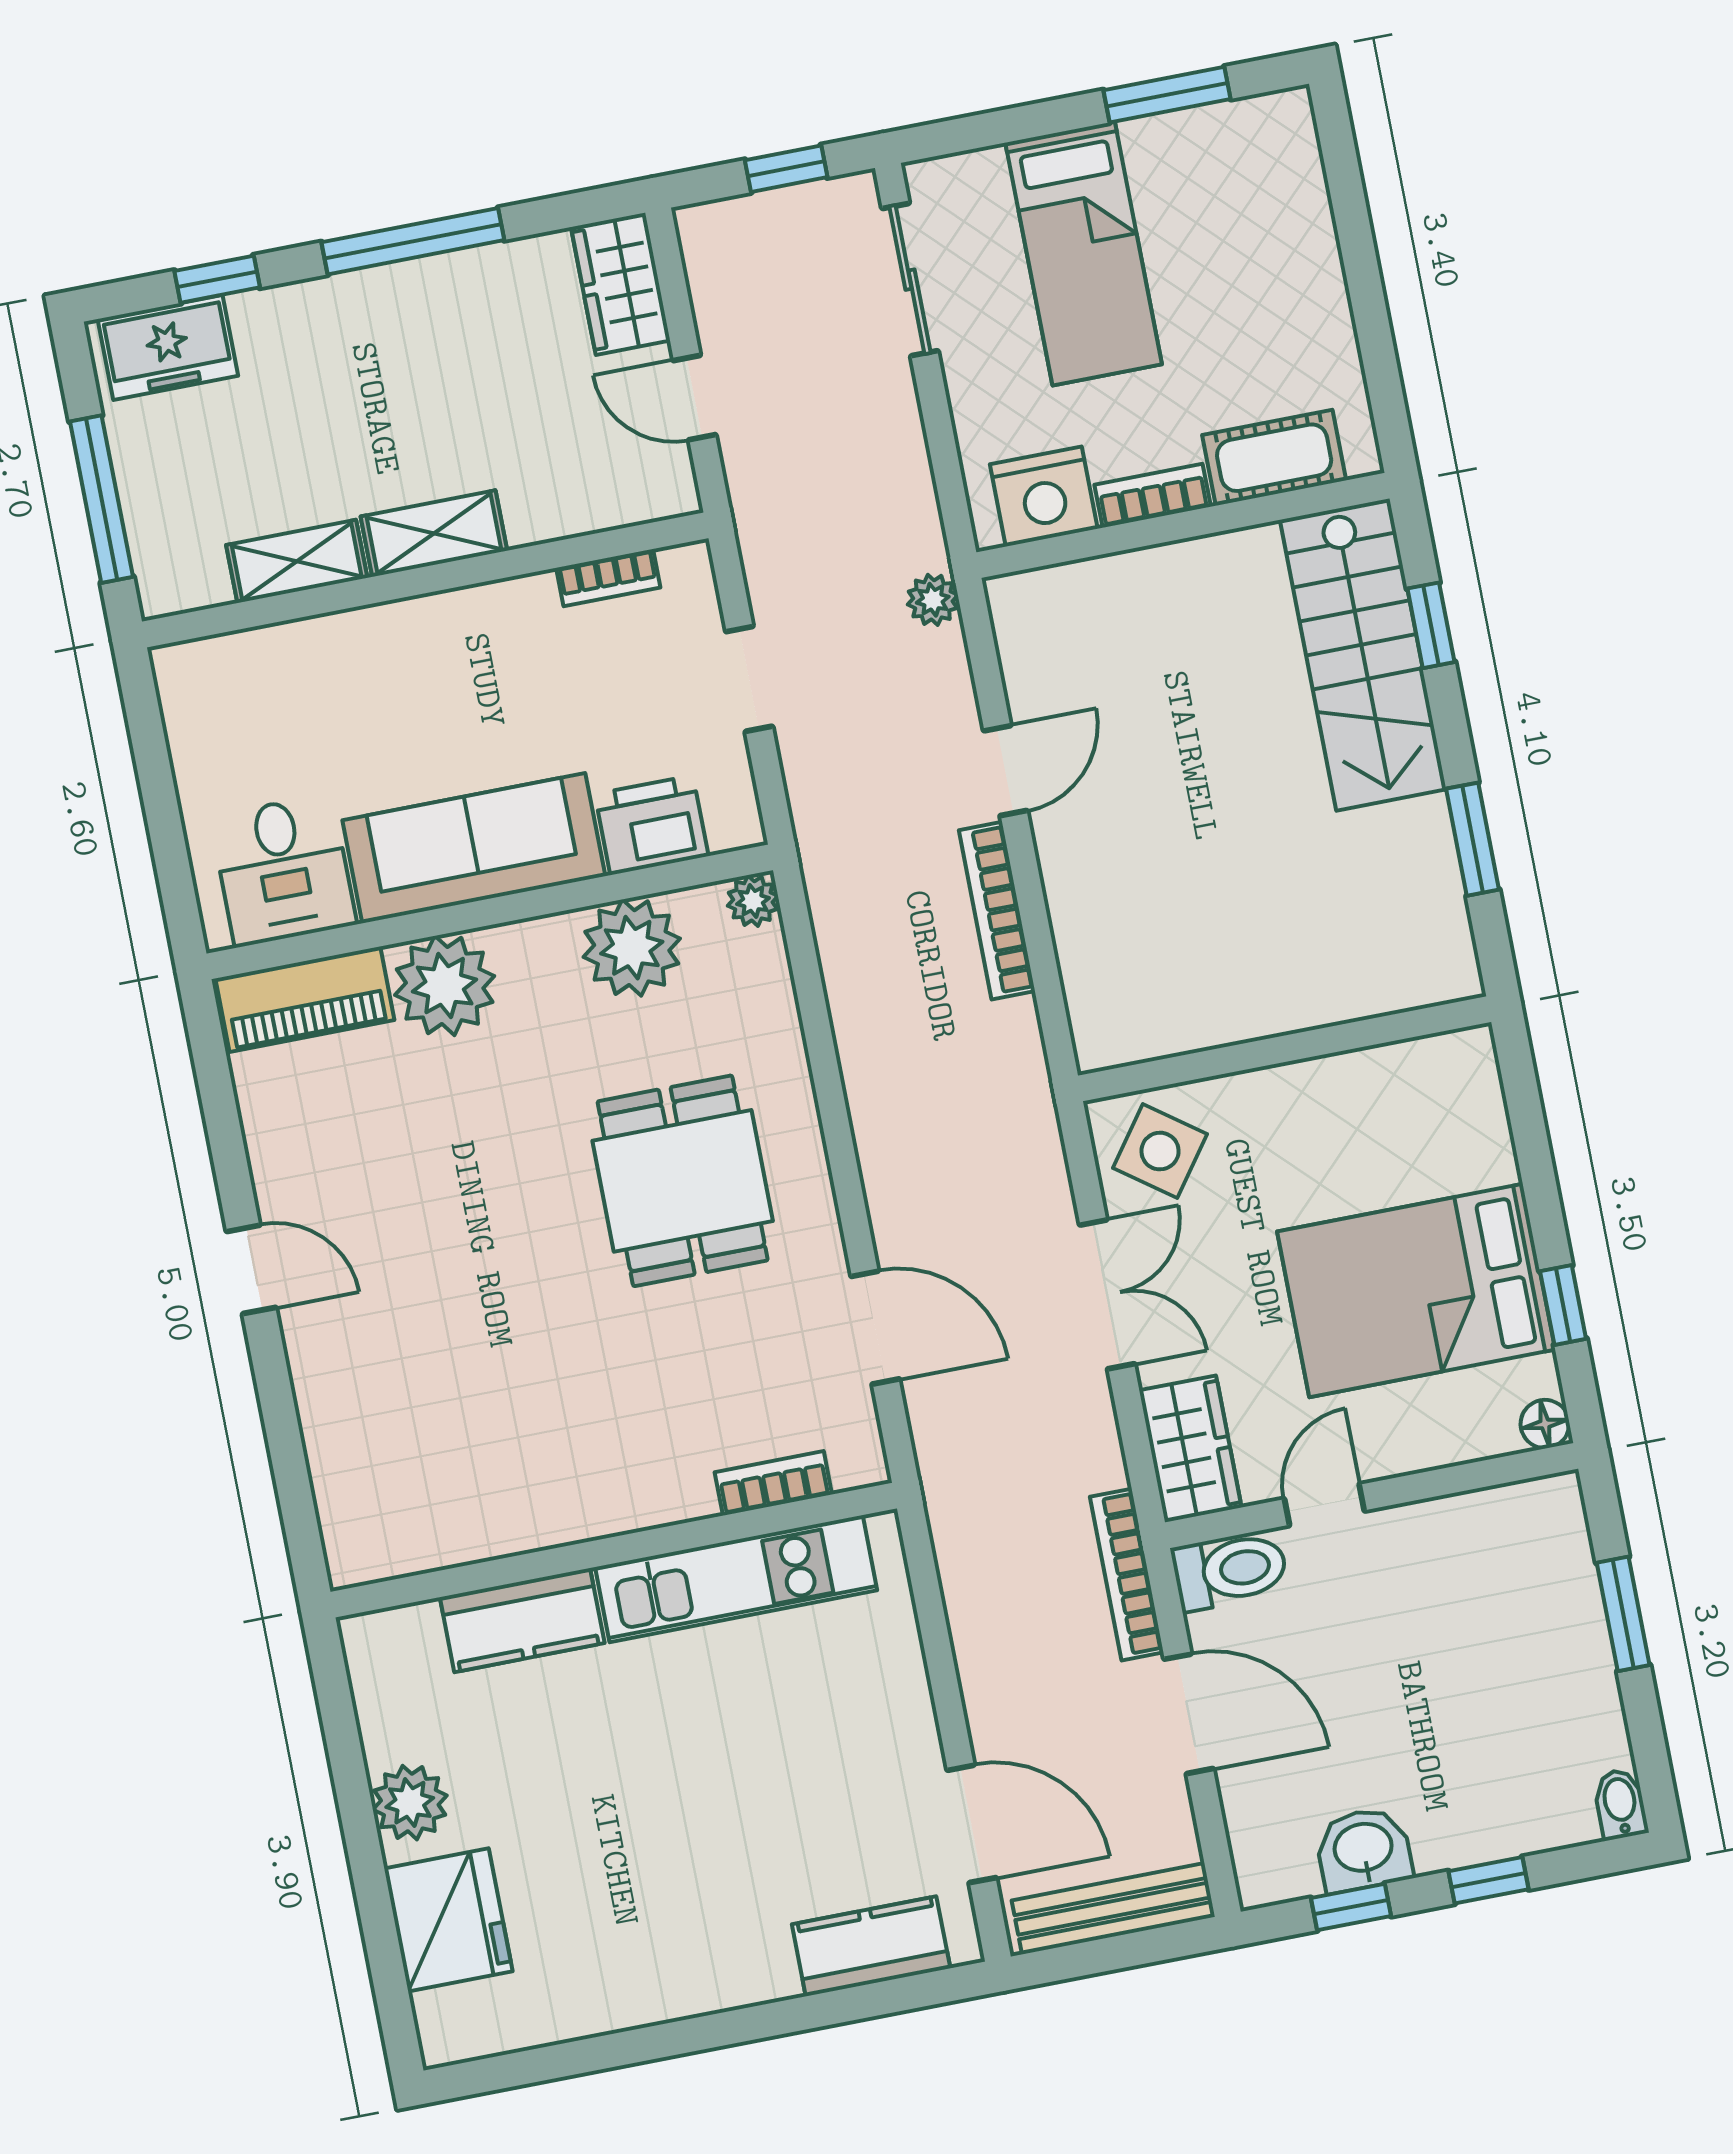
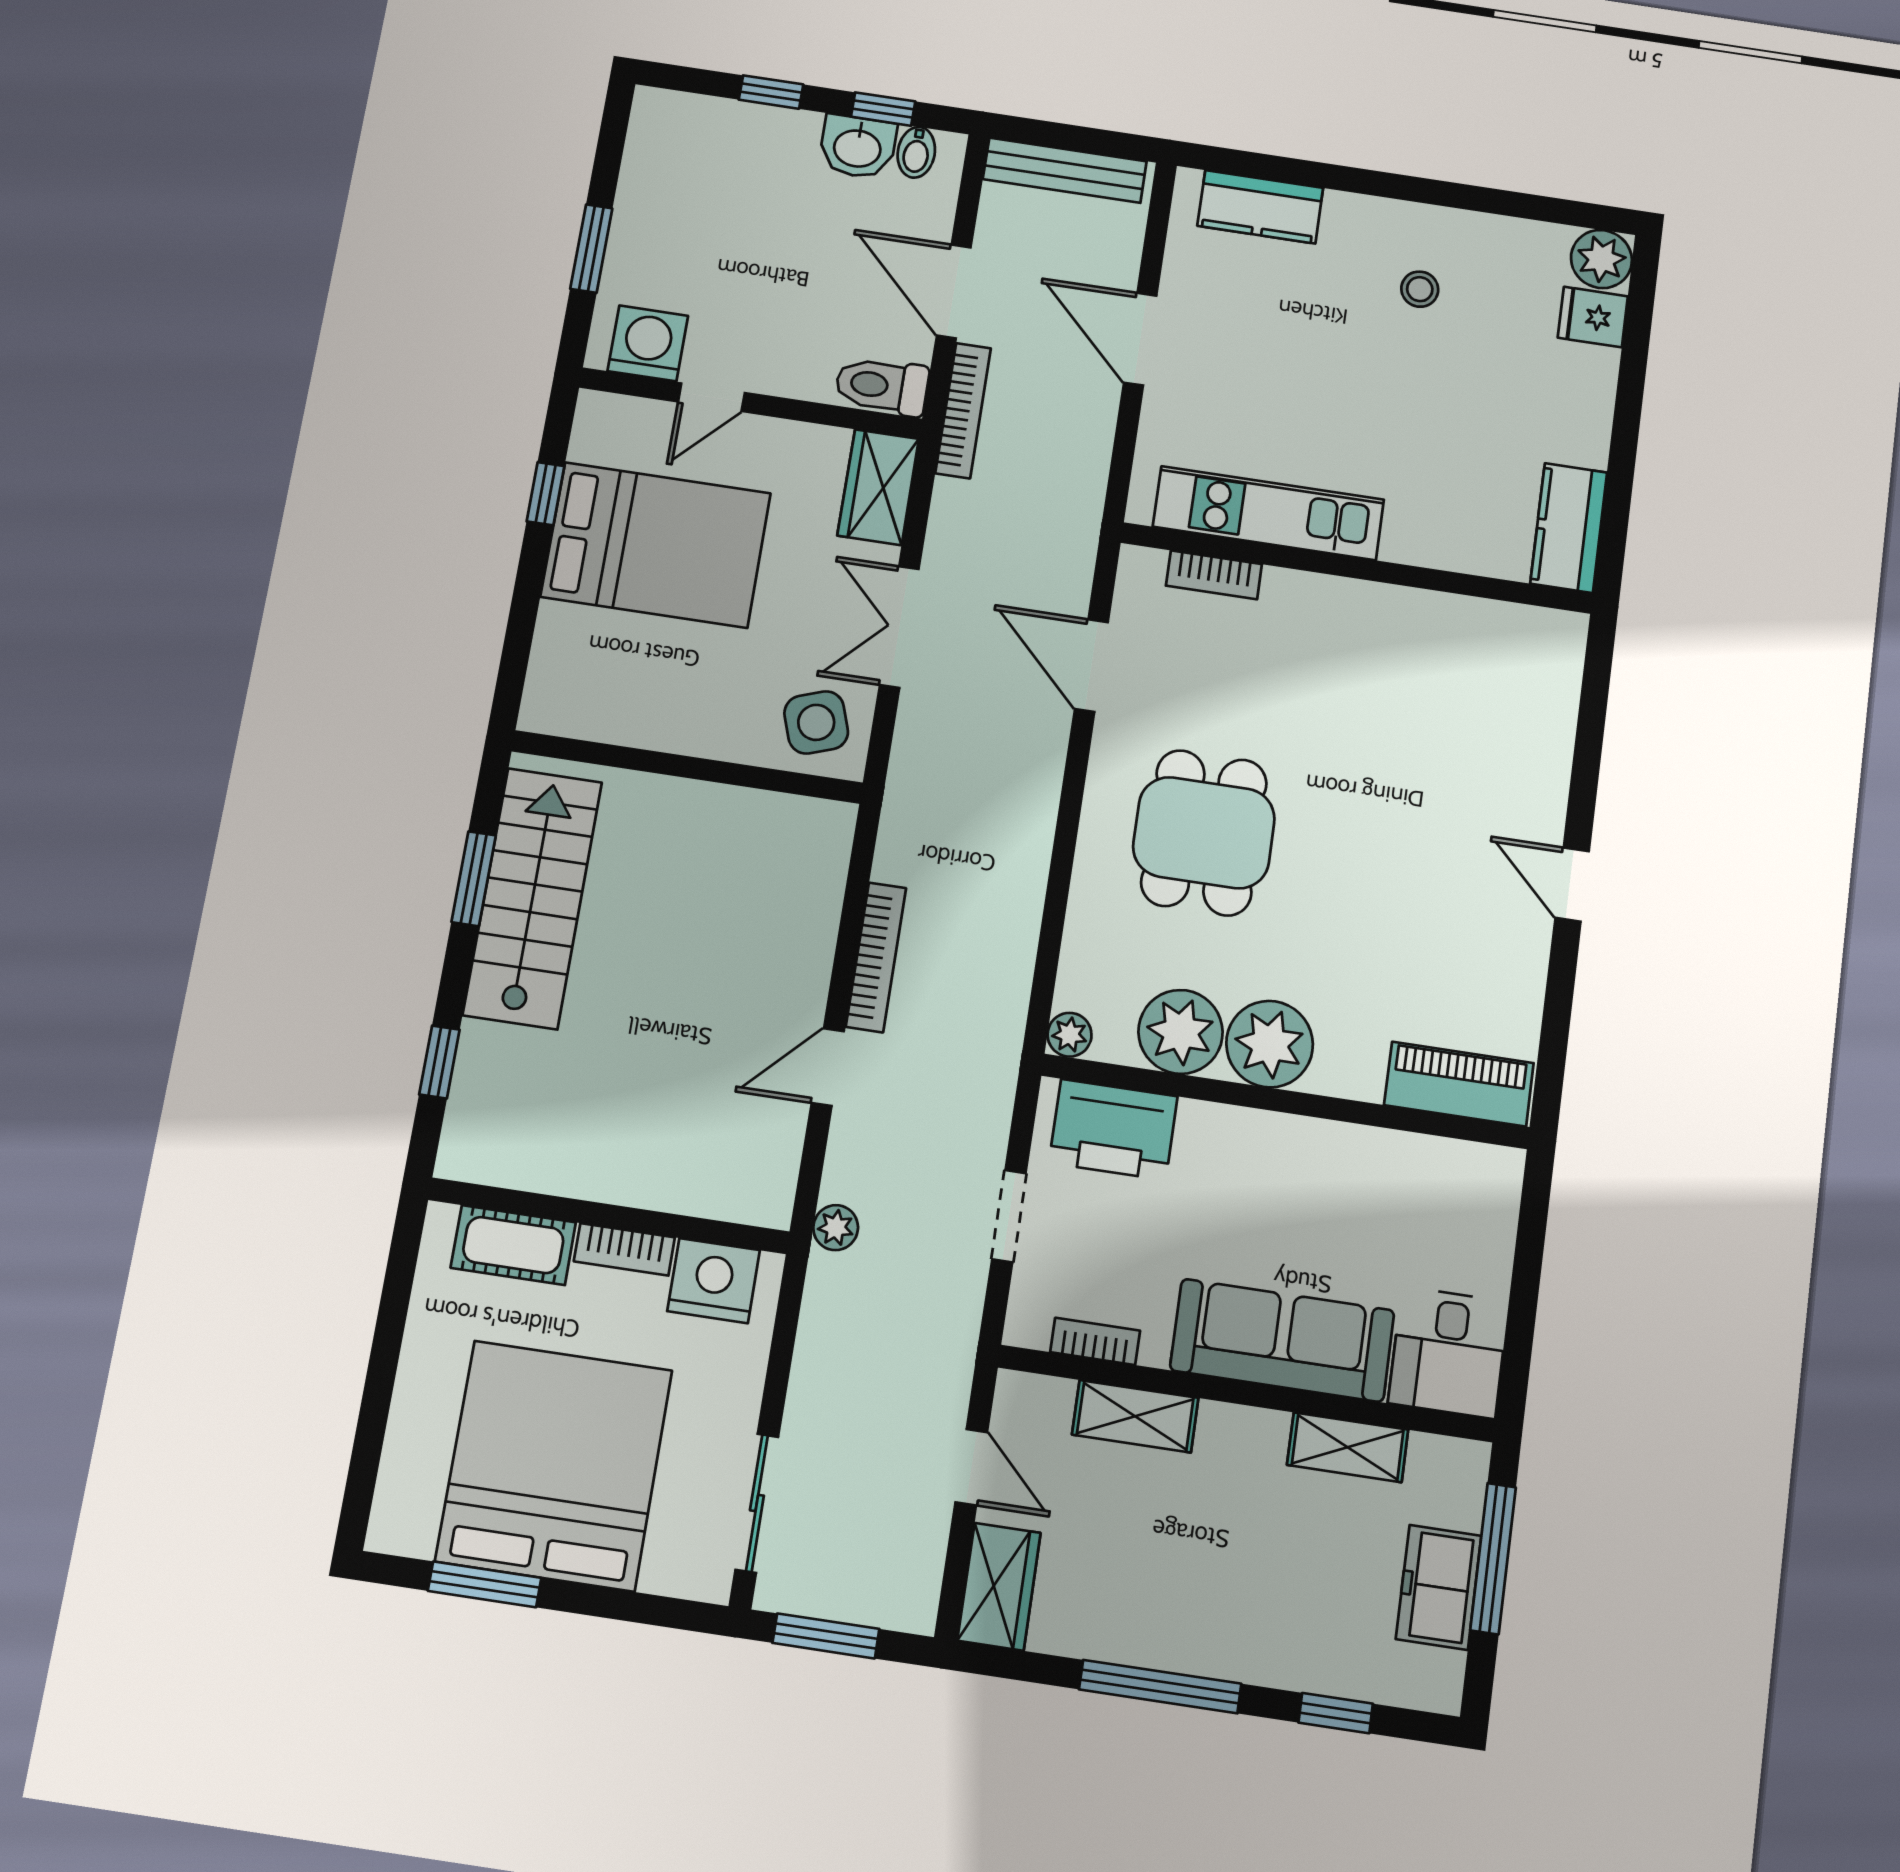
window: (786, 169) -> (826, 1636), width x1.50
bed: (1084, 253) -> (554, 1466), width x2.04
freezer: (168, 347) -> (1439, 1587), moved, turned -90
shelving: (434, 534) -> (1135, 1416), moved
stairs: (1363, 655) -> (533, 898), moved
printer: (652, 825) -> (1113, 1129), width x1.37, depth x1.19
sofa: (474, 848) -> (1282, 1340), moved, turned 180
desk: (283, 870) -> (1448, 1352), moved, turned 180
plant: (445, 986) -> (1270, 1044), moved
side table: (1160, 1151) -> (816, 722), turned 35
floor lamp: (1545, 1424) -> (595, 410), removed
door: (1324, 1505) -> (711, 397), moved
washing machine: (1515, 1524) -> (648, 343), added
kitchen counter: (522, 1620) -> (1569, 528), moved, turned -90
plant: (410, 1803) -> (1601, 259), moved
bidet: (1620, 1804) -> (916, 152), moved
door: (972, 1824) -> (1140, 339), moved
stool: (652, 1912) -> (1420, 289), added
fridge: (448, 1920) -> (1593, 317), width x0.53, depth x0.75

